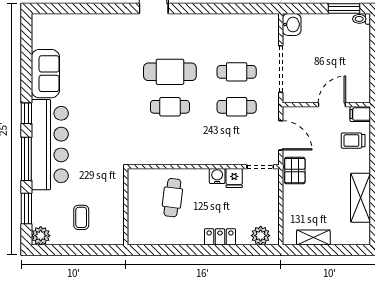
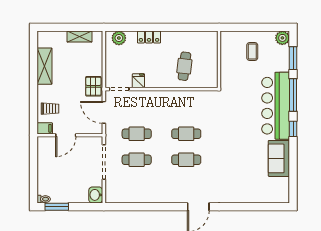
cafe table: (170, 72) -> (186, 160), width x0.73, depth x0.74
water cooler: (217, 176) -> (151, 82), removed

